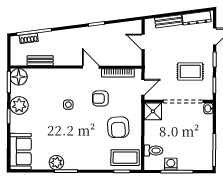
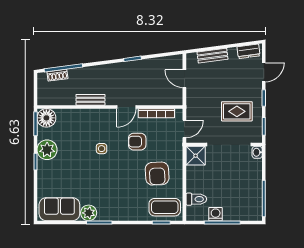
dresser: (197, 18) -> (249, 51), width x0.70
bench: (40, 61) -> (90, 100), moved
door: (91, 67) -> (126, 107), swing flipped
sofa: (21, 151) -> (59, 209), moved, turned -90

